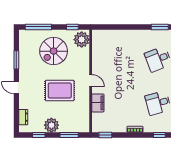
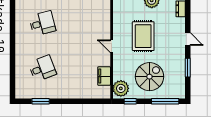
rug: (60, 91) -> (143, 36), turned 90
filing cabinet: (98, 103) -> (104, 76), moved

